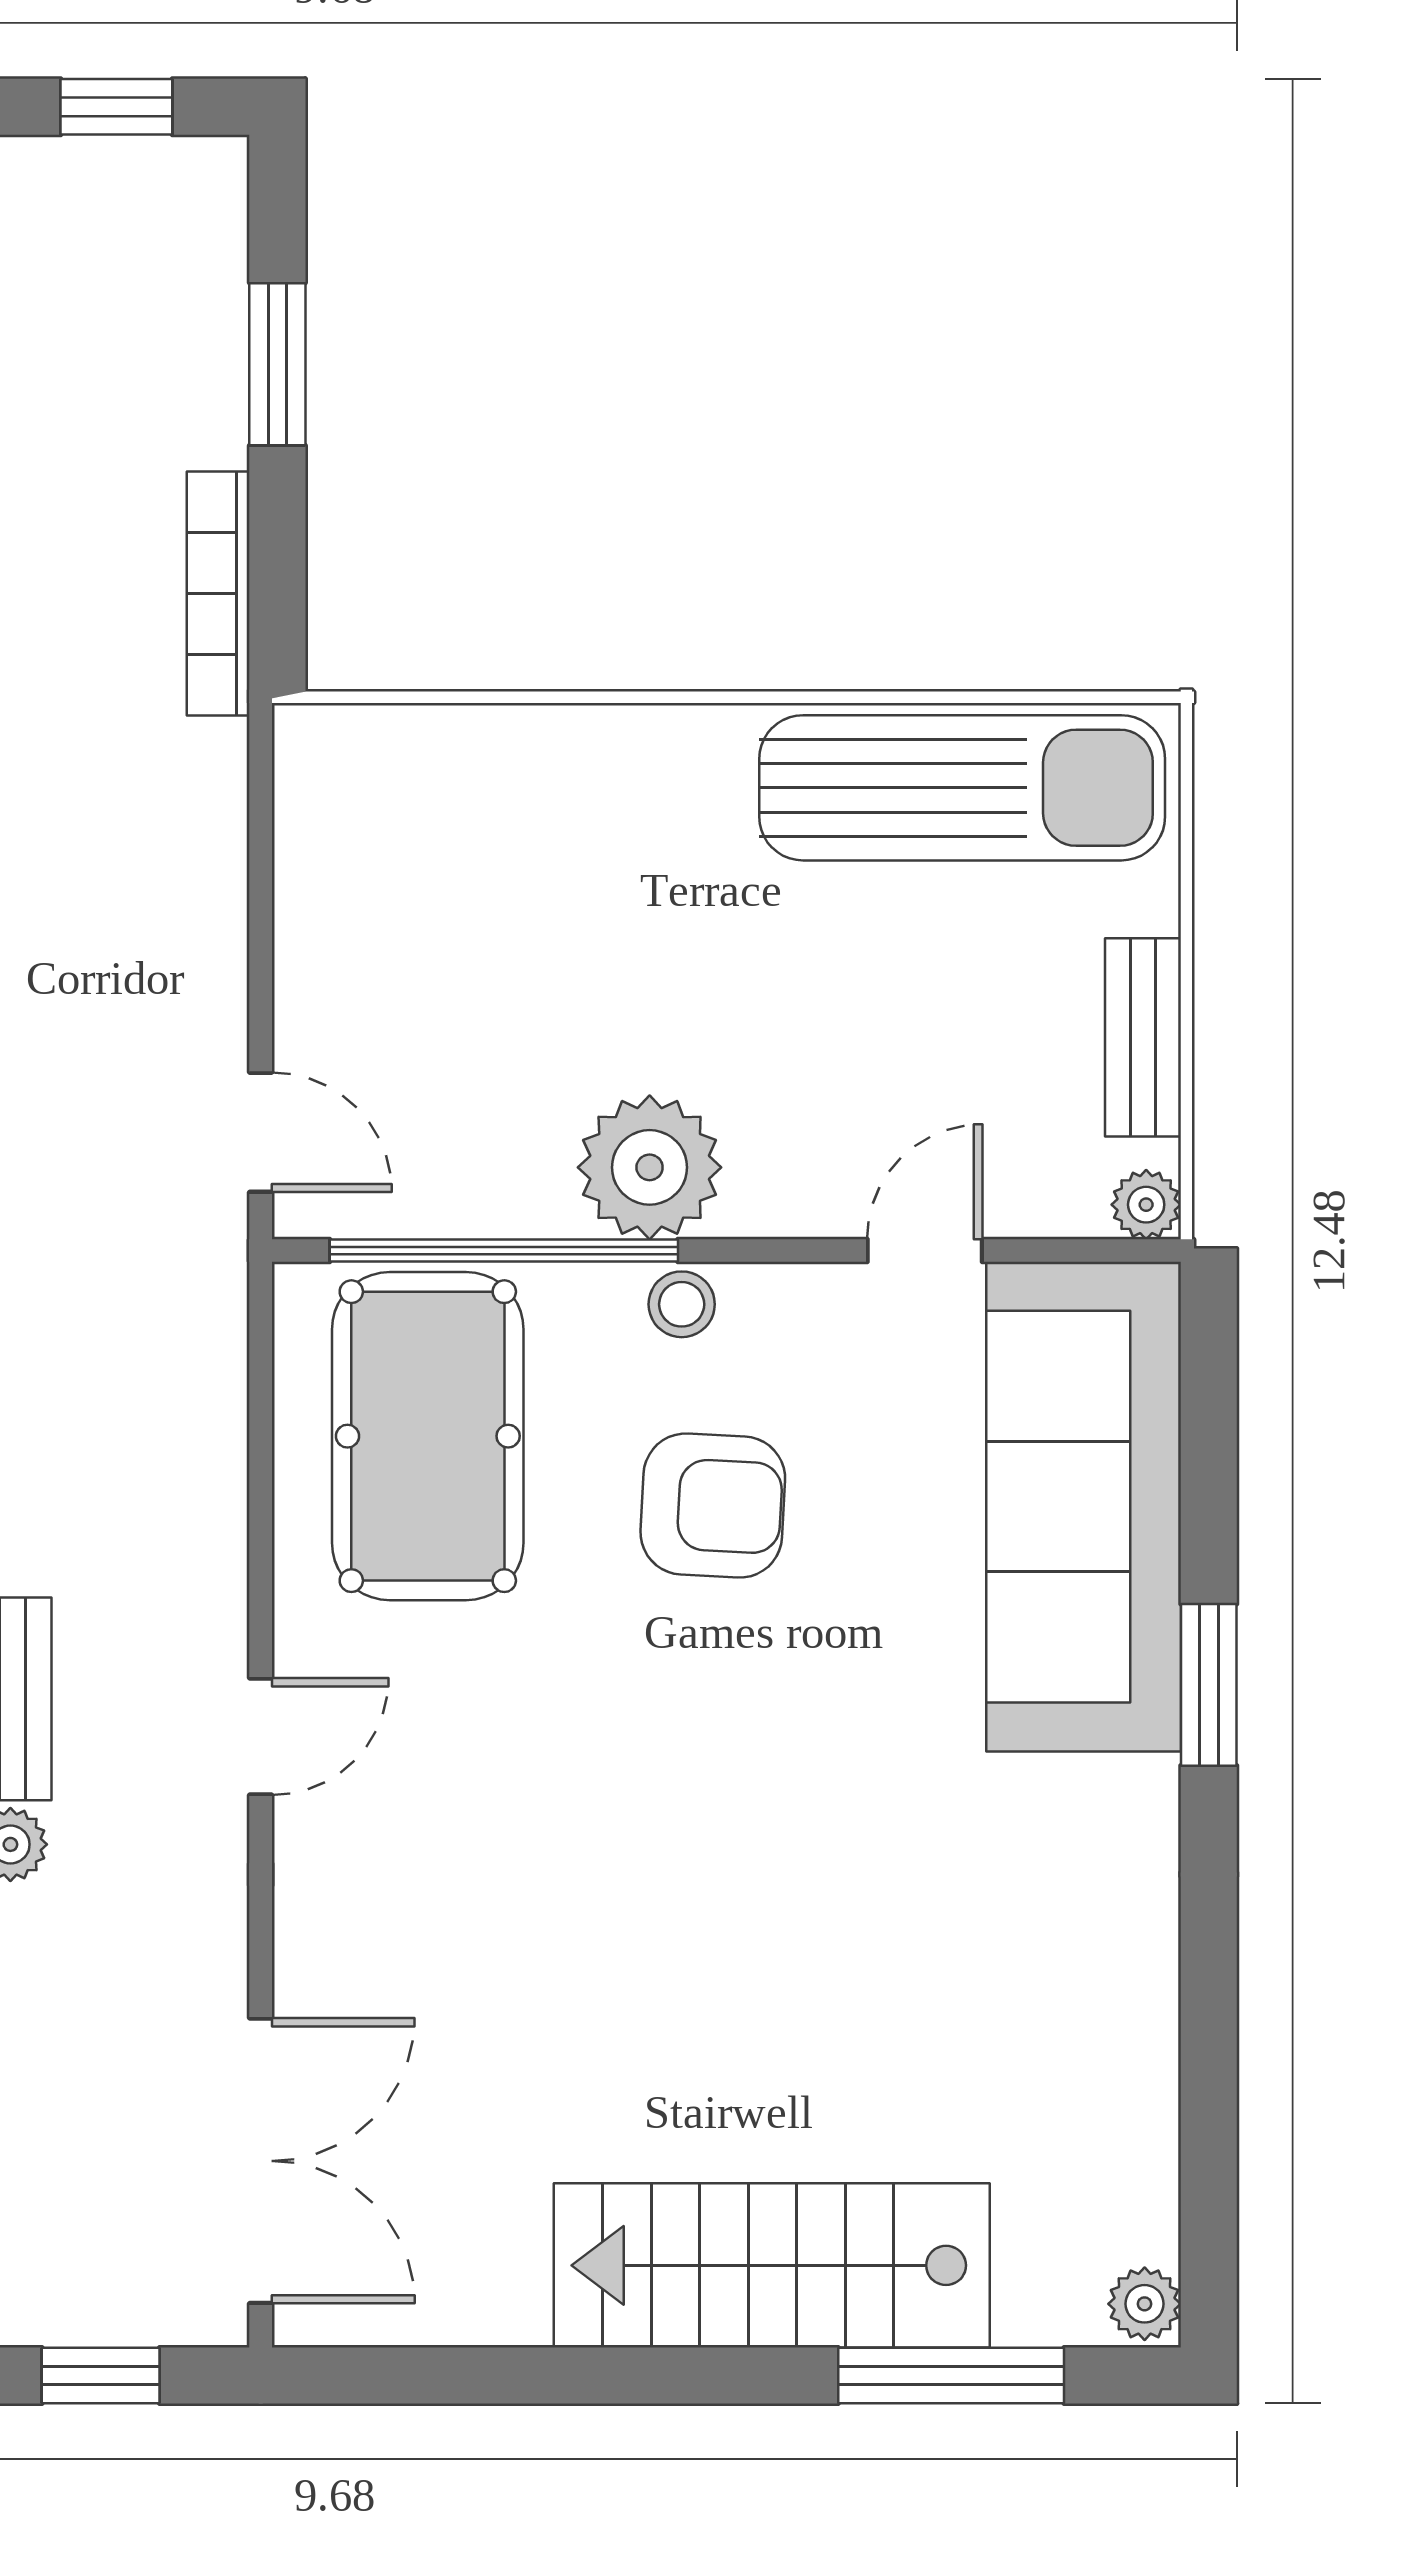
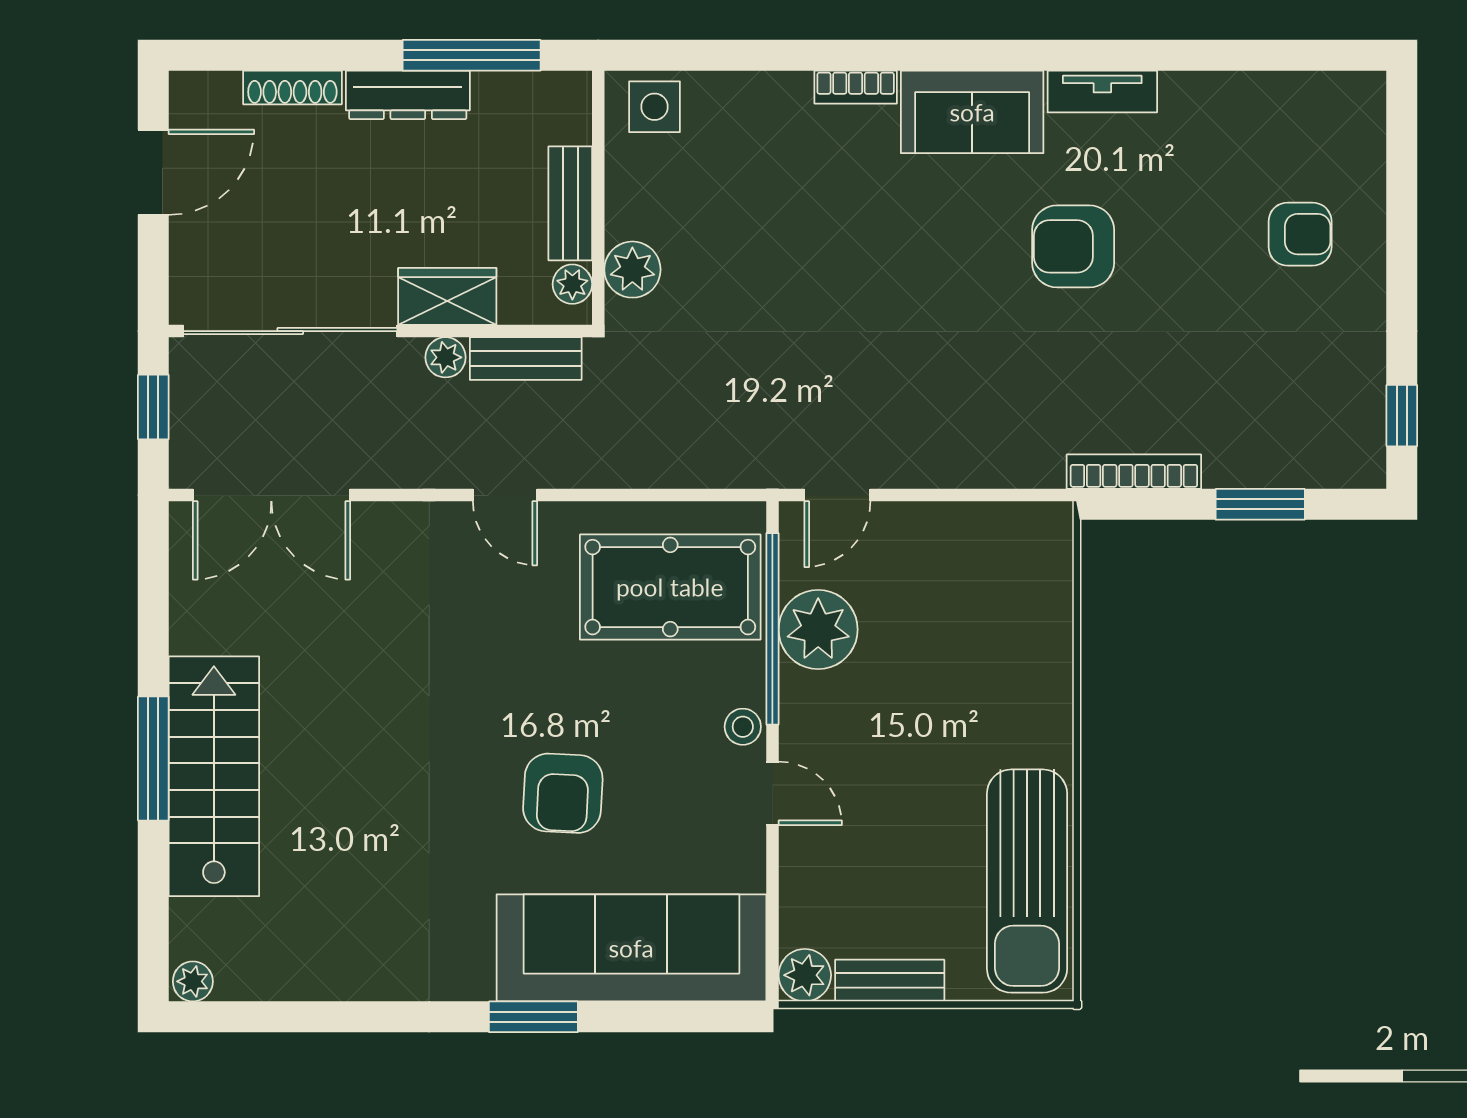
plant: (650, 1167) -> (818, 630), moved
plant: (1146, 1205) -> (805, 975), width x1.38, depth x1.38
door: (925, 1250) -> (772, 793), moved
armchair: (713, 1506) -> (563, 793), moved
window: (951, 2376) -> (153, 758), moved

